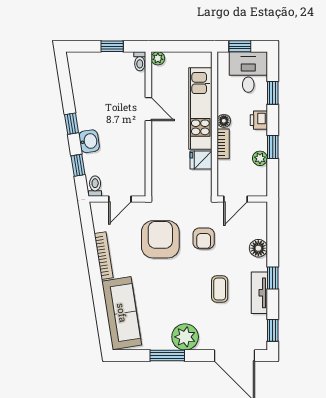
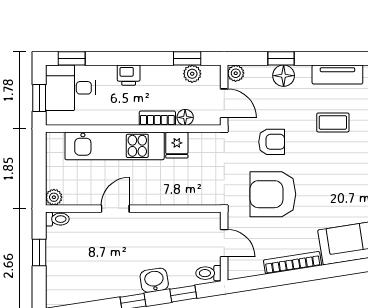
window: (273, 93) -> (72, 58), moved
floor lamp: (224, 121) -> (185, 117), moved
window: (273, 147) -> (187, 58), moved
plant: (260, 158) -> (192, 74), moved
plant: (260, 209) -> (236, 73), added
window: (273, 278) -> (281, 58), moved

